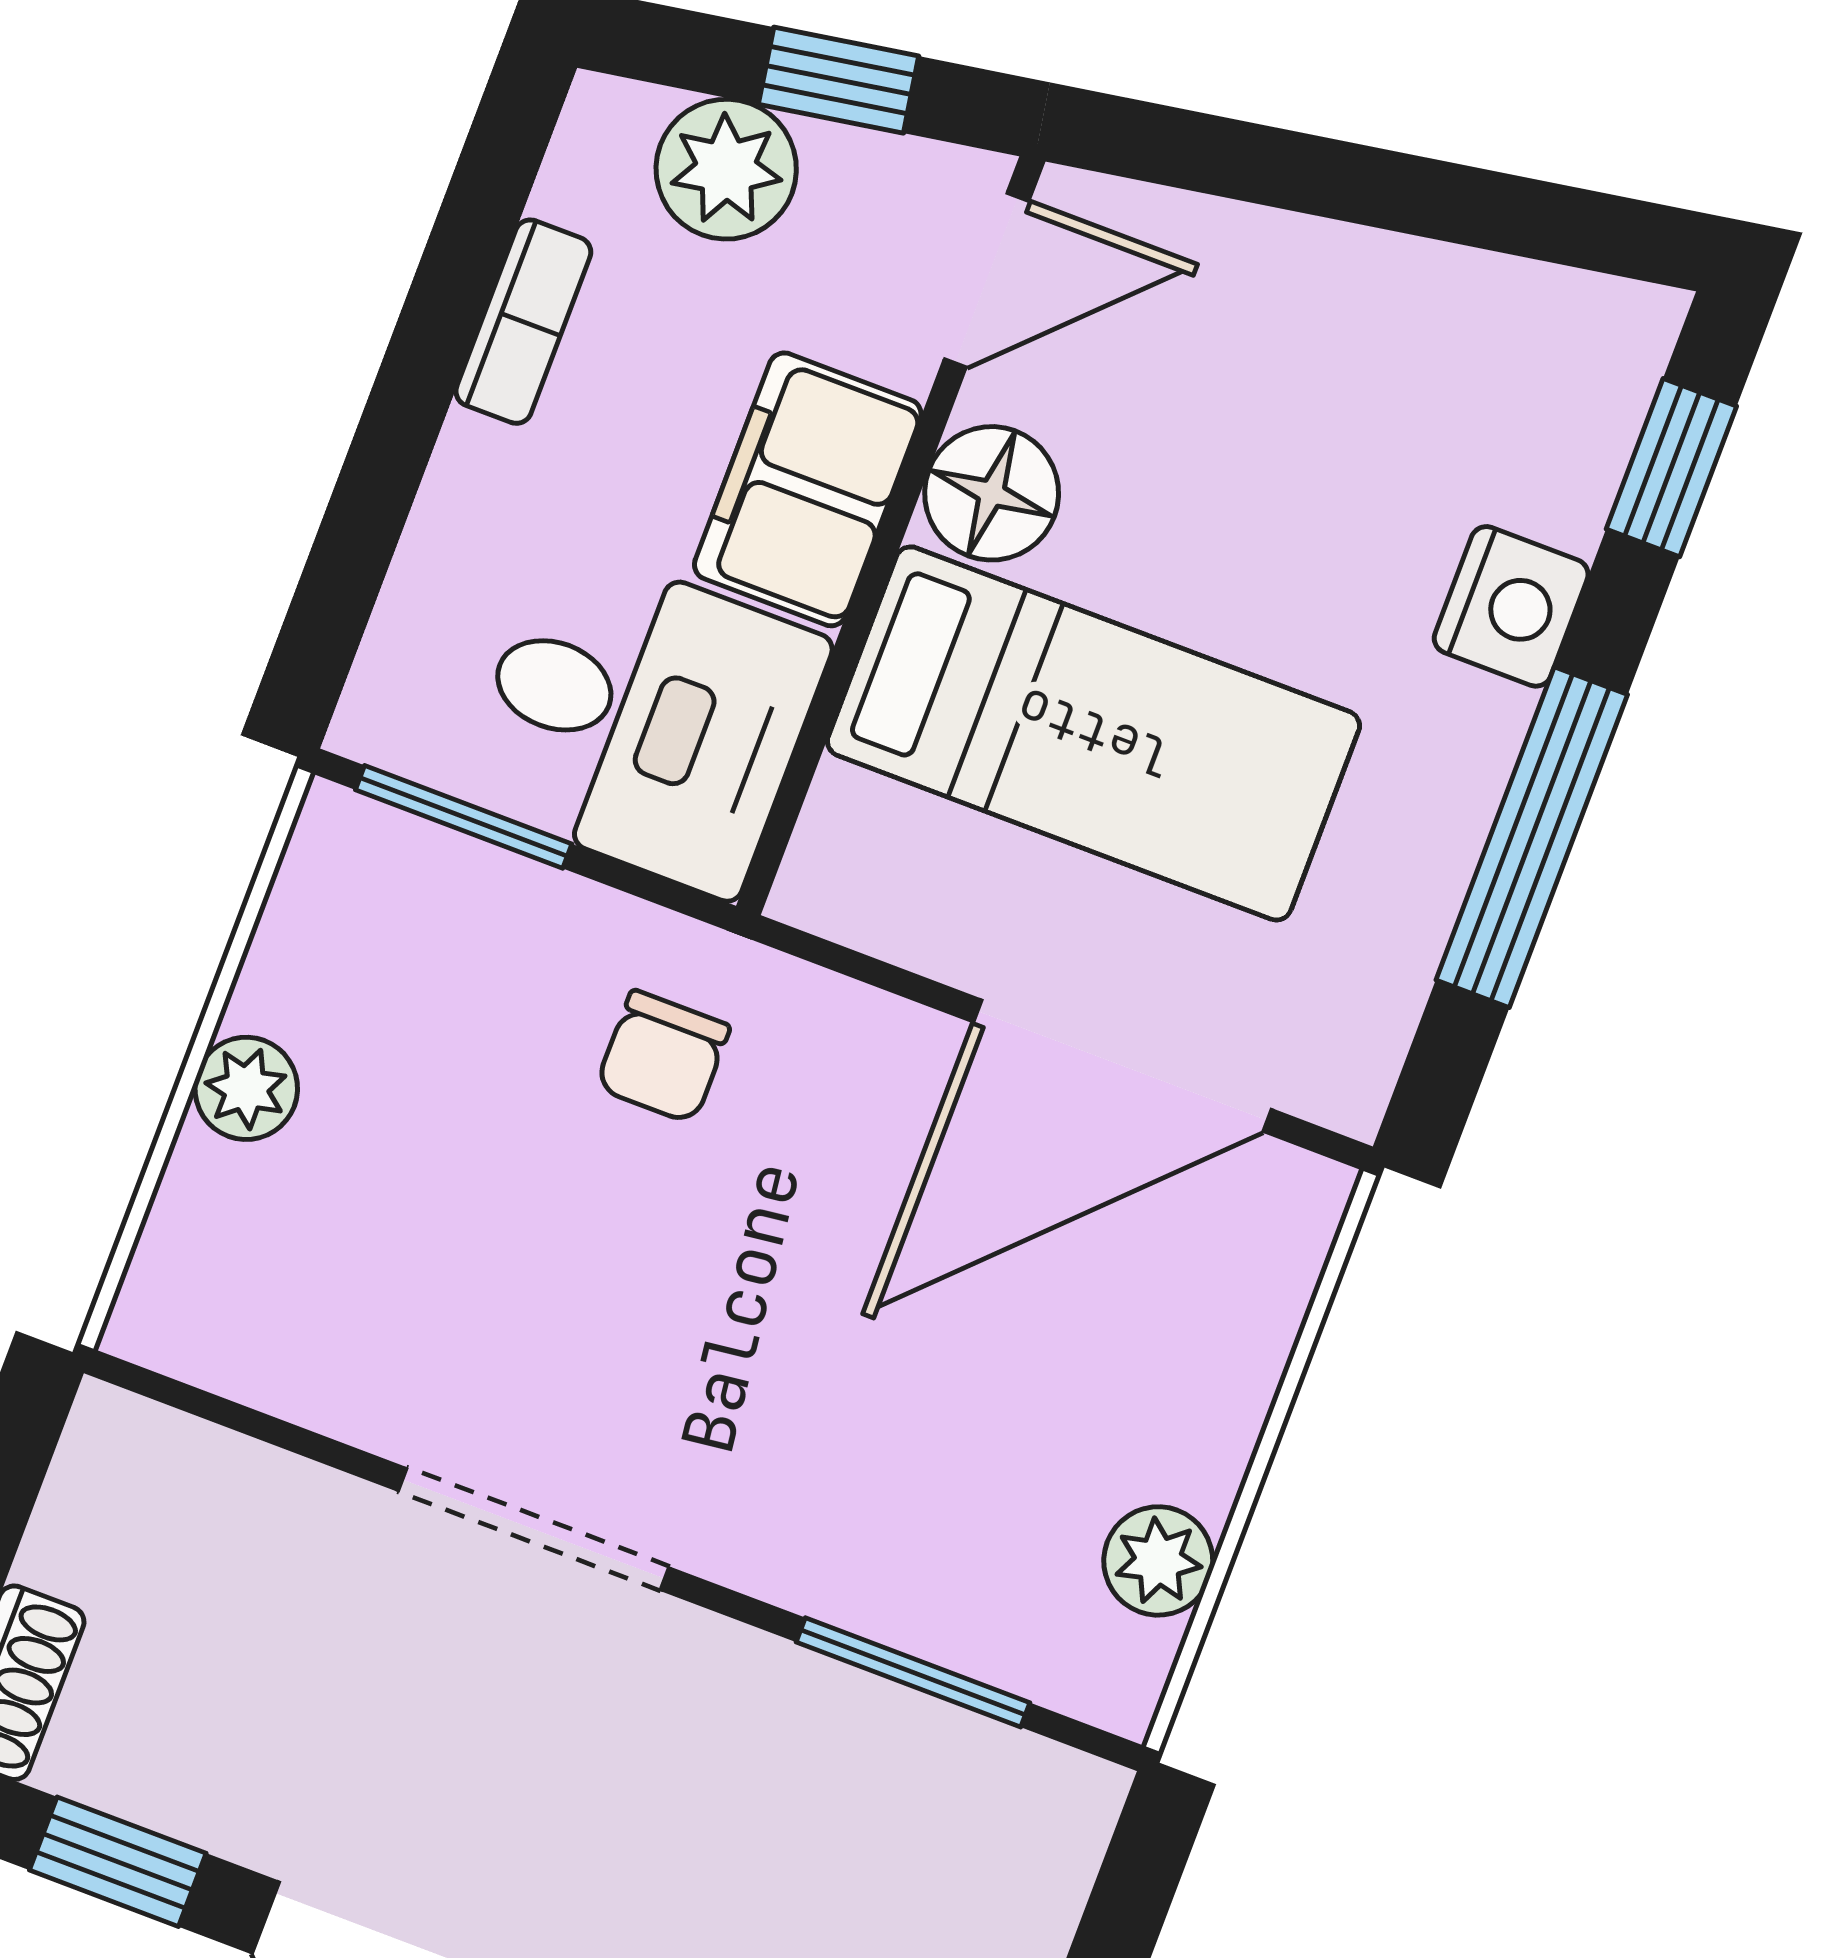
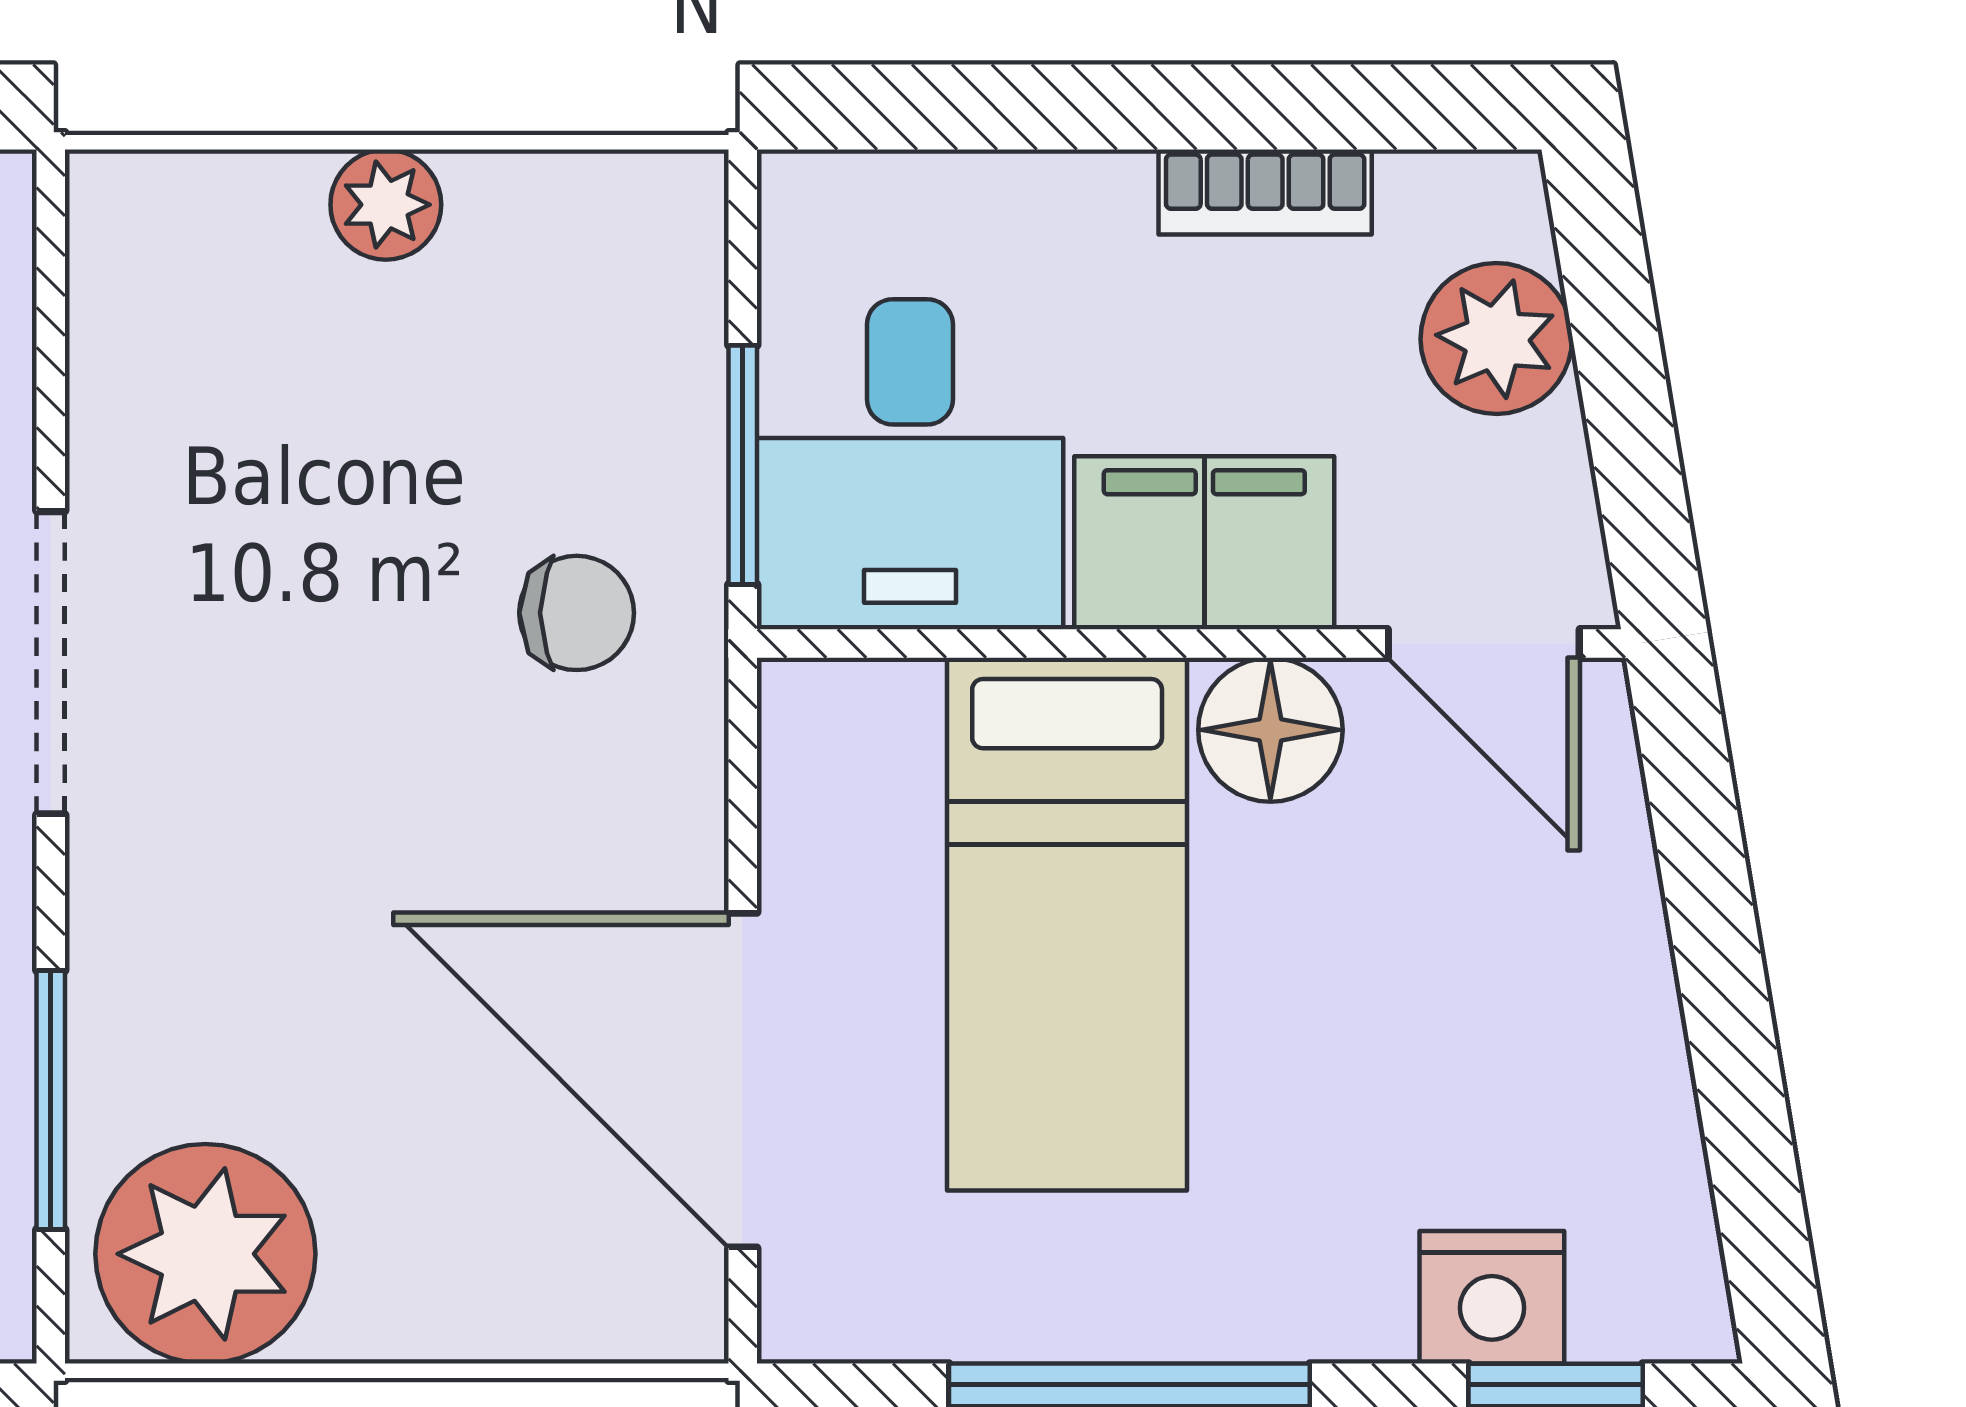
window: (839, 80) -> (1629, 418), removed
nightstand: (1511, 606) -> (1492, 1297), moved
window: (464, 817) -> (743, 465), moved
chair: (663, 1057) -> (577, 613), turned 180
plant: (1158, 1561) -> (205, 1254), width x1.88, depth x1.88

